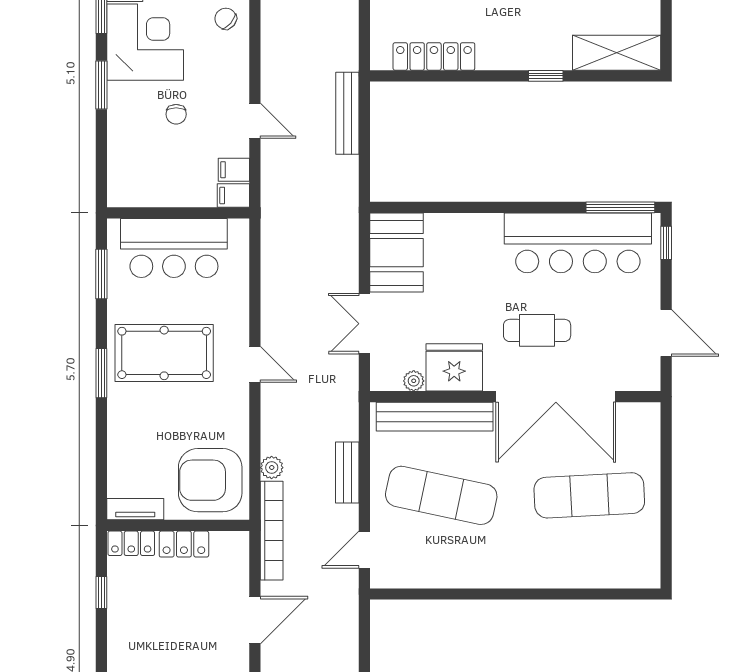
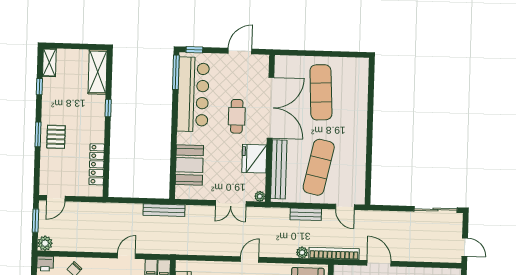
bench: (347, 113) -> (164, 210), moved
booth: (397, 253) -> (189, 165), moved, turned 90
plant: (414, 381) -> (260, 196), moved

